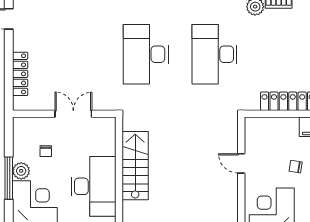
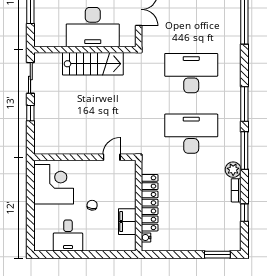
door: (241, 163) -> (112, 157), moved
desk: (93, 186) -> (93, 27), moved

